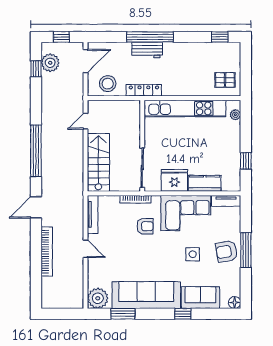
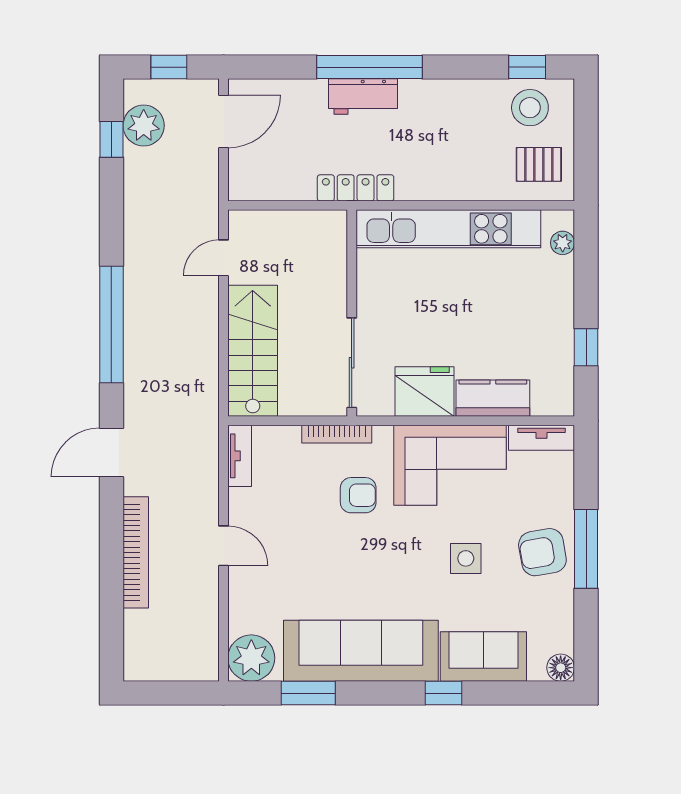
stool: (108, 84) -> (530, 108), moved
tv unit: (93, 214) -> (240, 456), width x0.71

